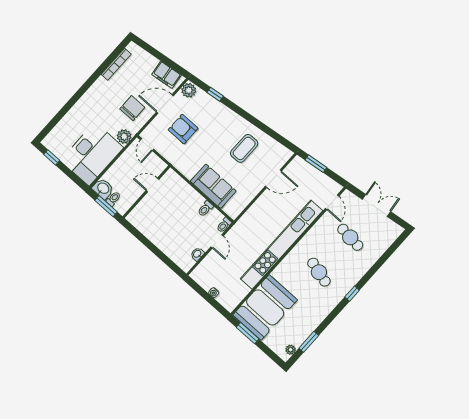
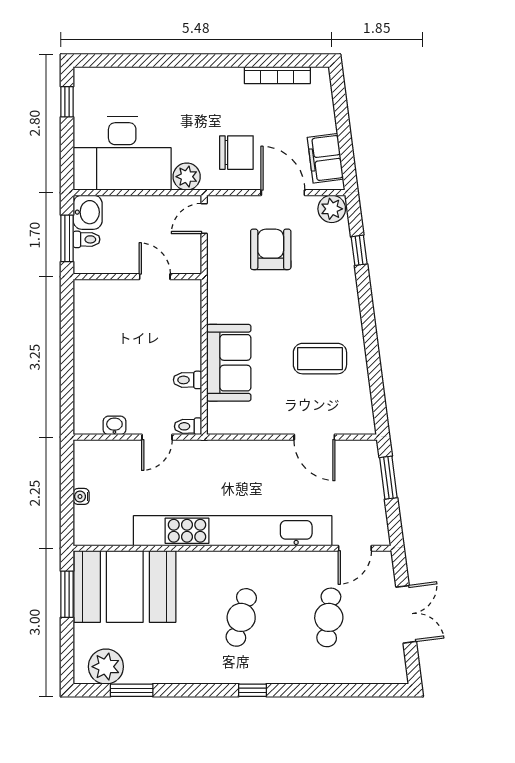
plant: (291, 350) -> (106, 667), width x1.88, depth x1.88

